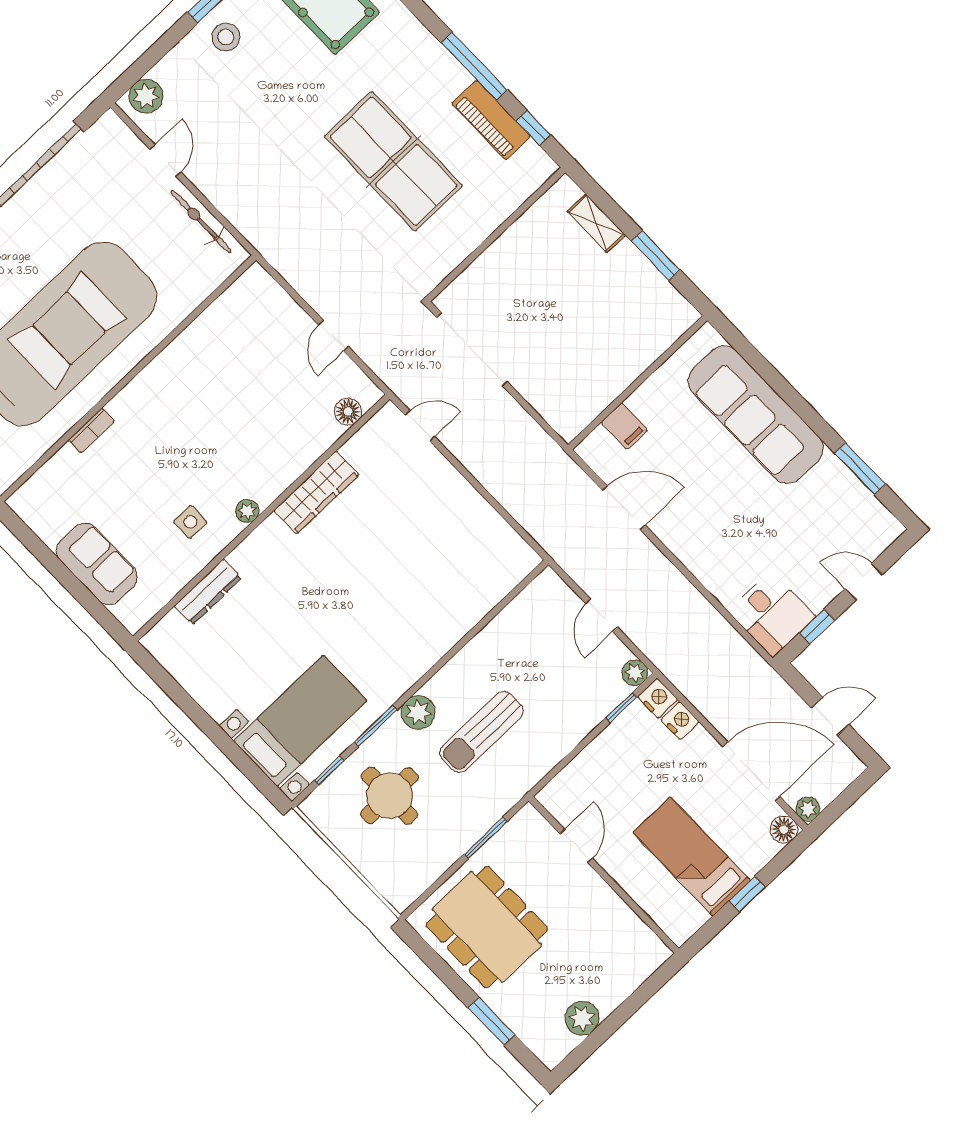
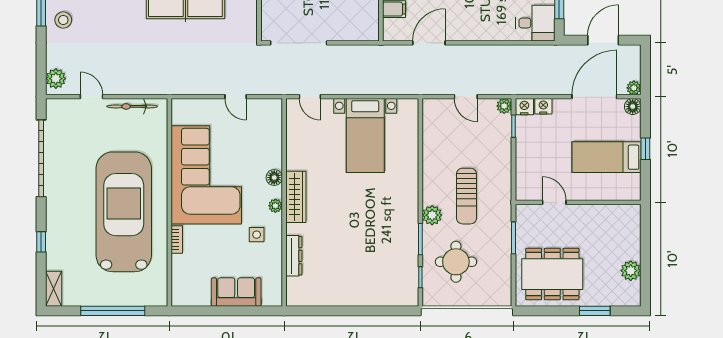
corner sofa: (204, 391) -> (206, 175), added
floor lamp: (348, 412) -> (274, 178), moved
door: (420, 426) -> (310, 97), swing flipped
wardrobe: (316, 492) -> (296, 197), moved
door: (830, 716) -> (603, 40), width x1.38
bed with nightstands: (300, 721) -> (365, 136), moved, turned 180

